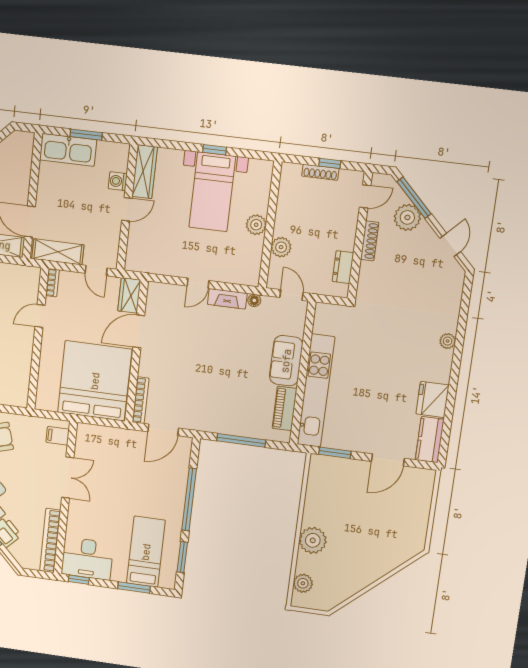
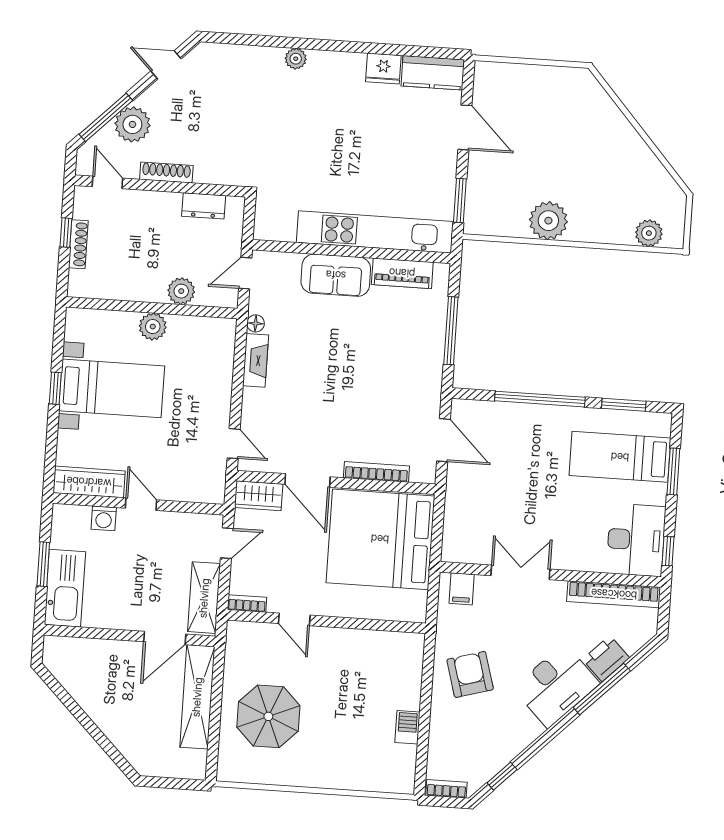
door: (198, 283) -> (234, 444), moved
bookcase: (141, 400) -> (376, 472), moved
fridge: (432, 400) -> (383, 68), width x0.73, depth x0.75
plant: (313, 540) -> (548, 221), moved

